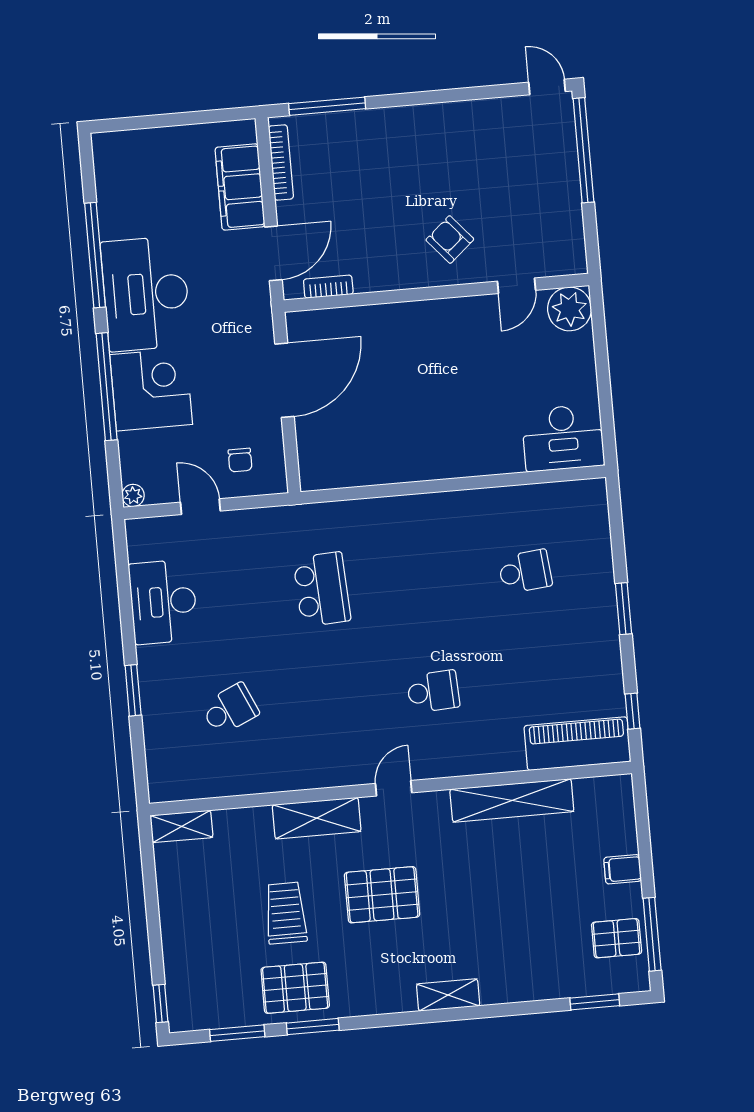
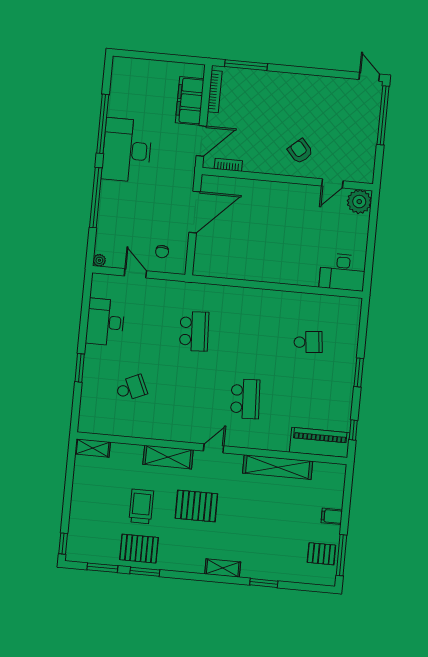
corner desk: (151, 390) -> (120, 204), removed
school desk: (433, 691) -> (245, 399), width x1.85
window: (595, 1002) -> (264, 583), moved

